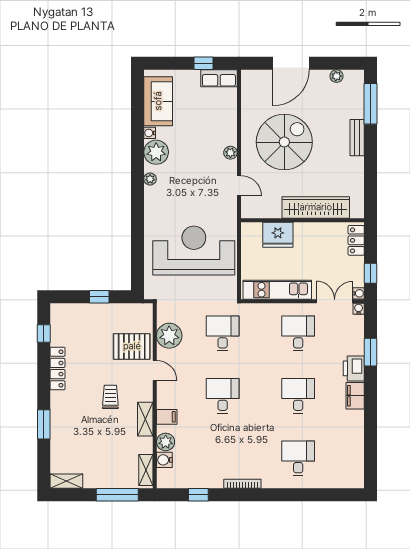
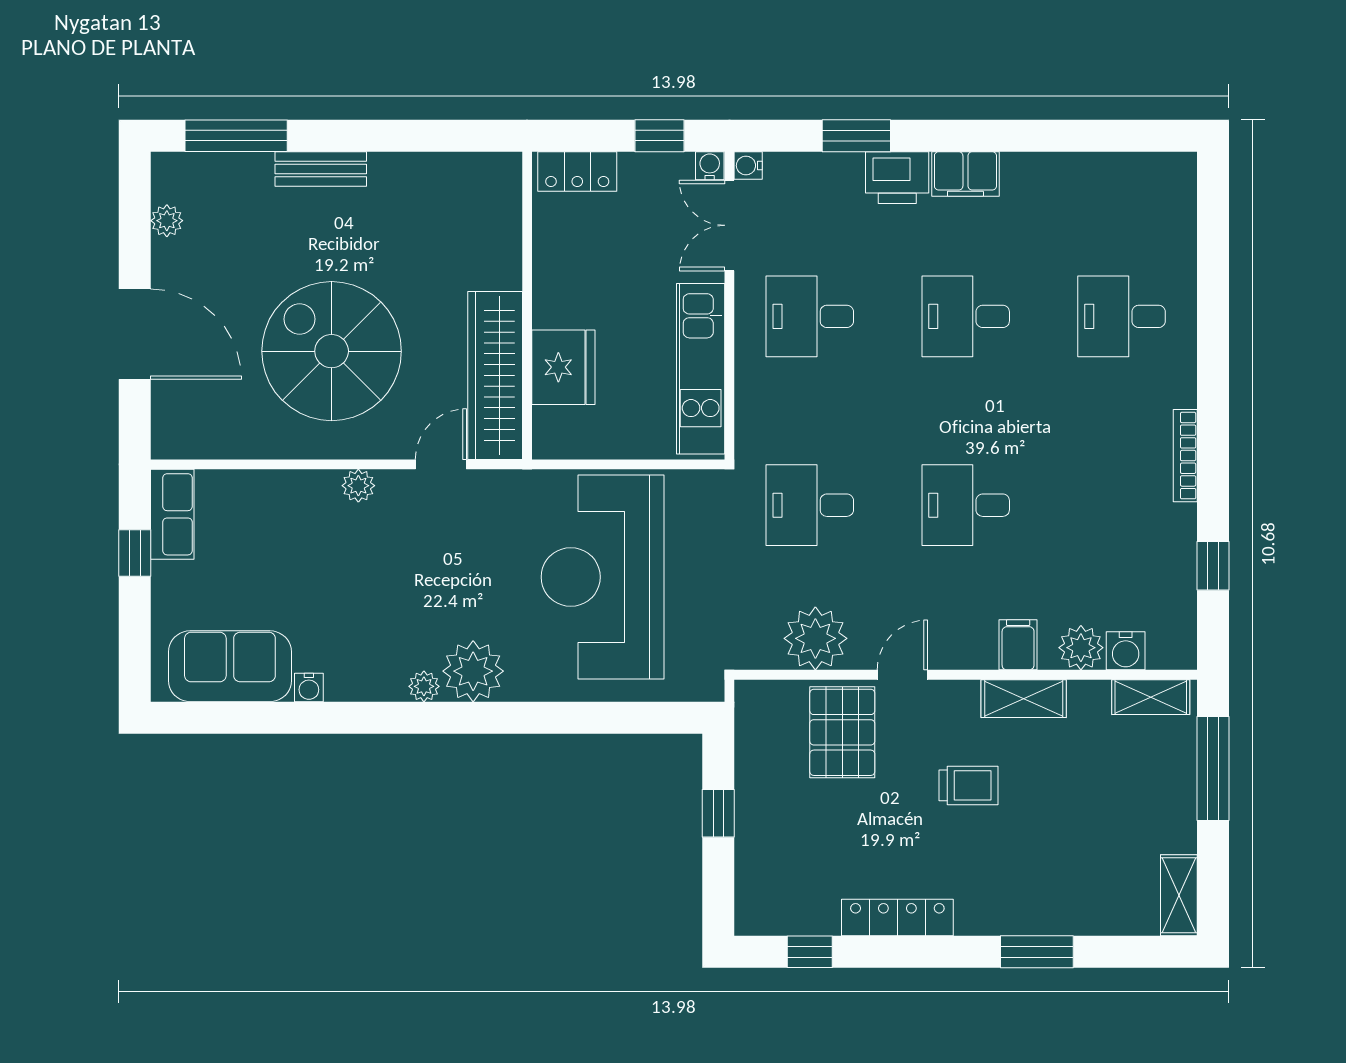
plant: (156, 152) -> (473, 671), moved
wardrobe: (316, 207) -> (495, 376), moved
trolley: (110, 397) -> (968, 785), turned 180

